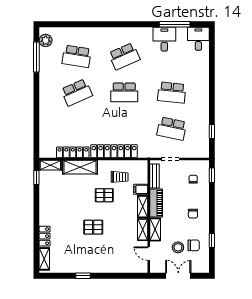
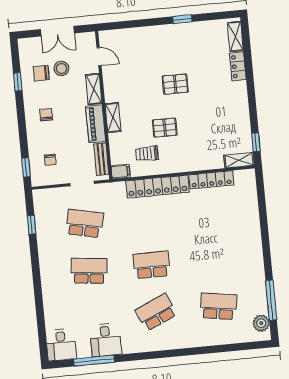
school desk: (77, 92) -> (214, 259), removed
shelving: (80, 167) -> (200, 161), removed
filing cabinet: (141, 189) -> (121, 172), moved
shelving: (143, 230) -> (110, 87), removed

